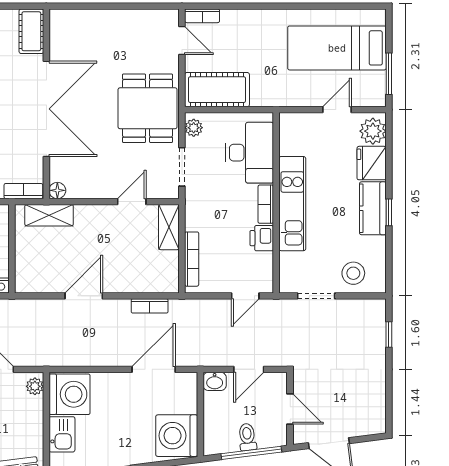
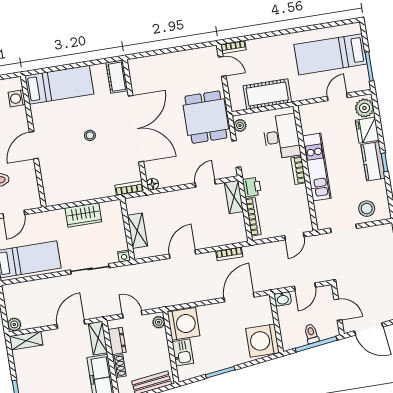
cot: (217, 90) -> (267, 94), moved
shelving: (49, 215) -> (137, 231), moved, turned 90
printer: (262, 238) -> (252, 187), moved, turned 180

